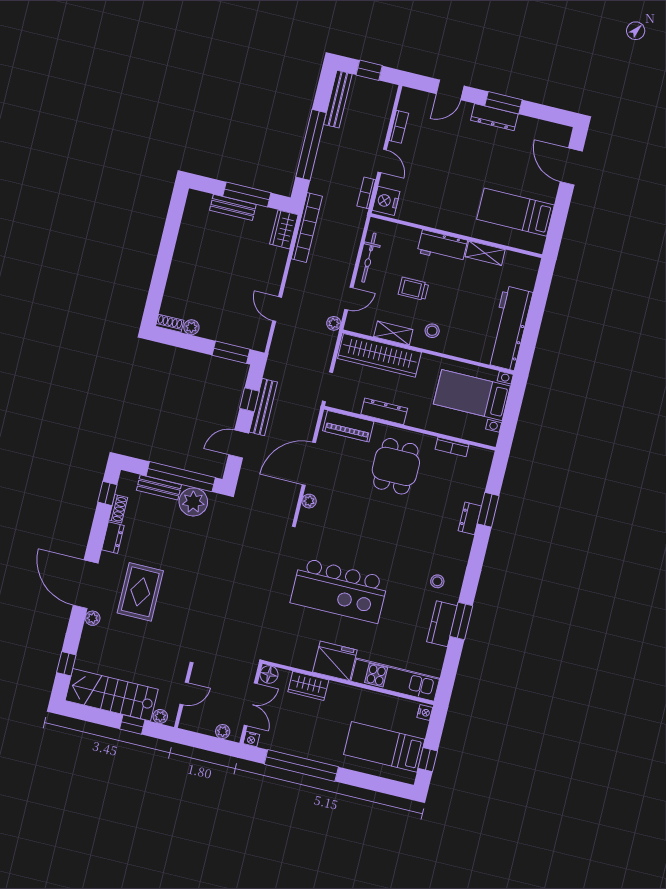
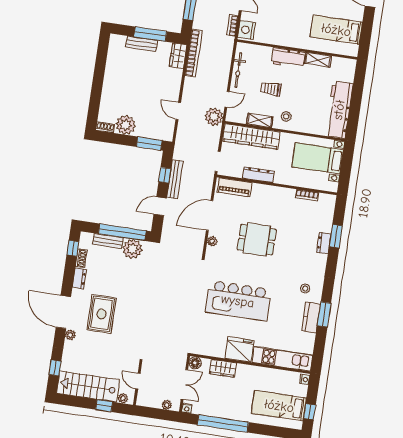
plant: (334, 323) -> (214, 117), width x1.88, depth x1.88
plant: (191, 327) -> (126, 125), width x1.88, depth x1.88
dining table: (396, 466) -> (257, 239), moved, turned 90
door: (184, 693) -> (138, 381), swing flipped

